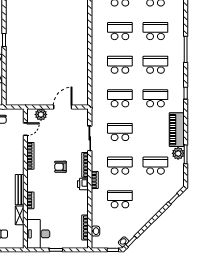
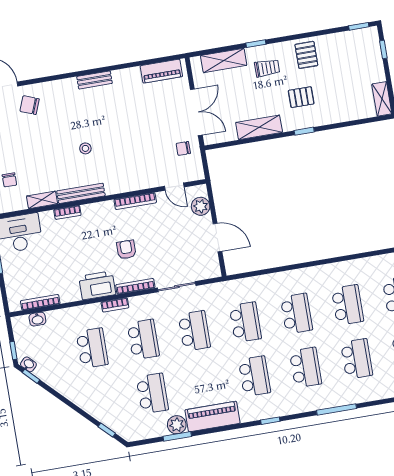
printer: (83, 184) -> (97, 285), width x1.87, depth x1.48

